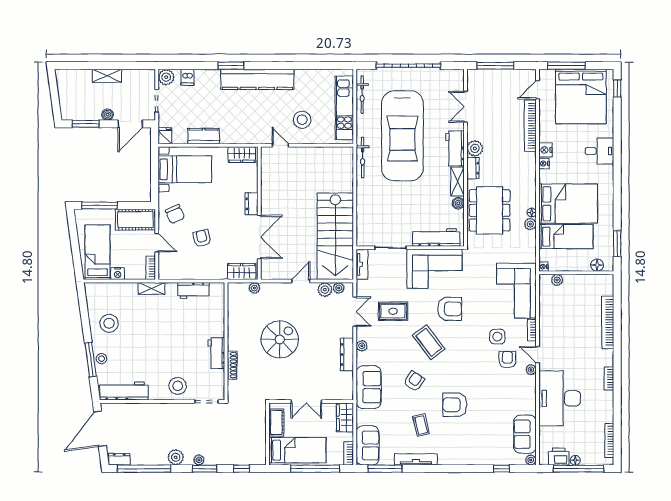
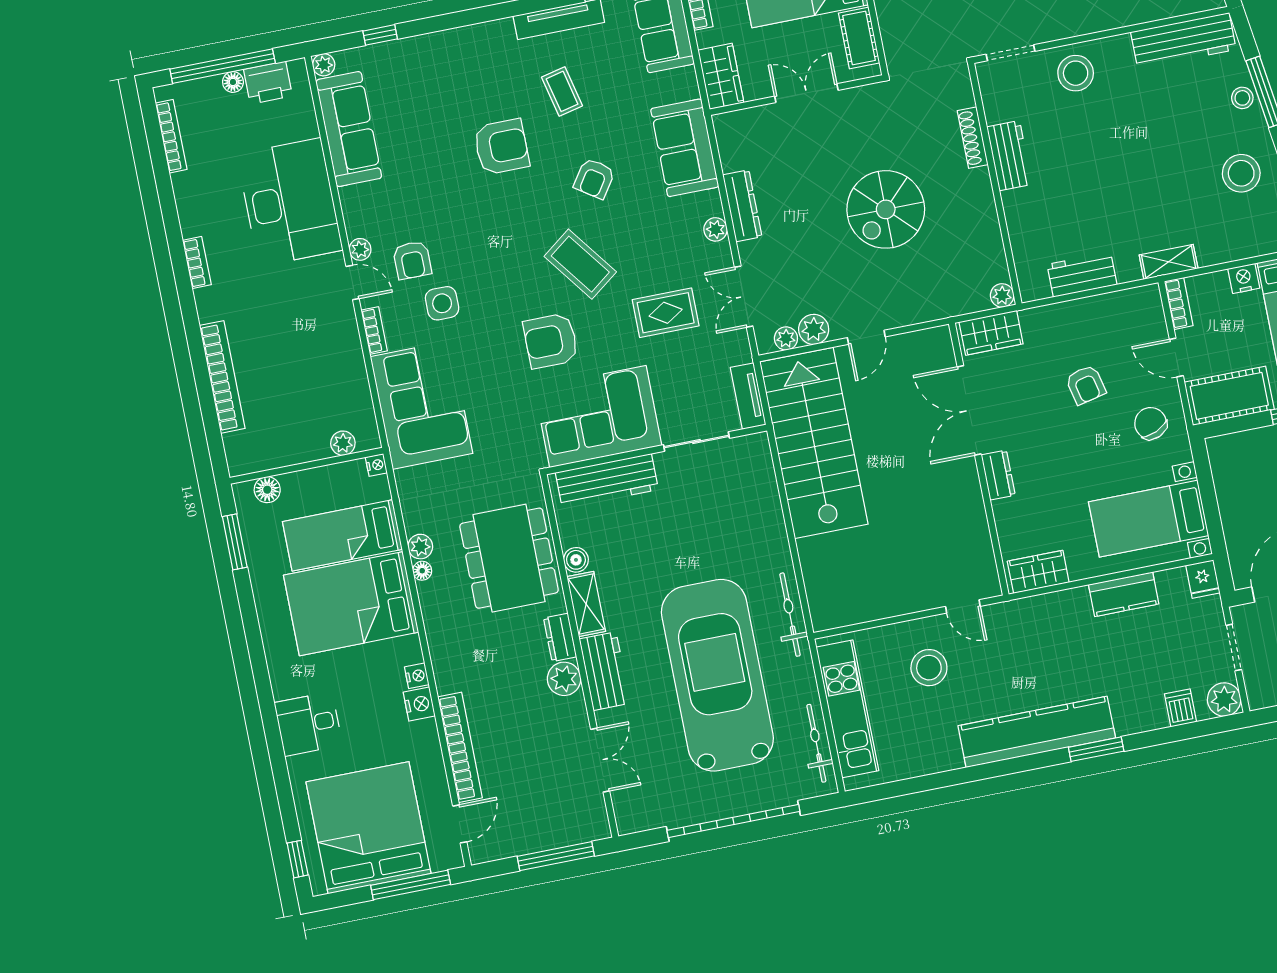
plant: (254, 288) -> (1002, 295), moved
sofa: (525, 434) -> (349, 129), width x1.36

